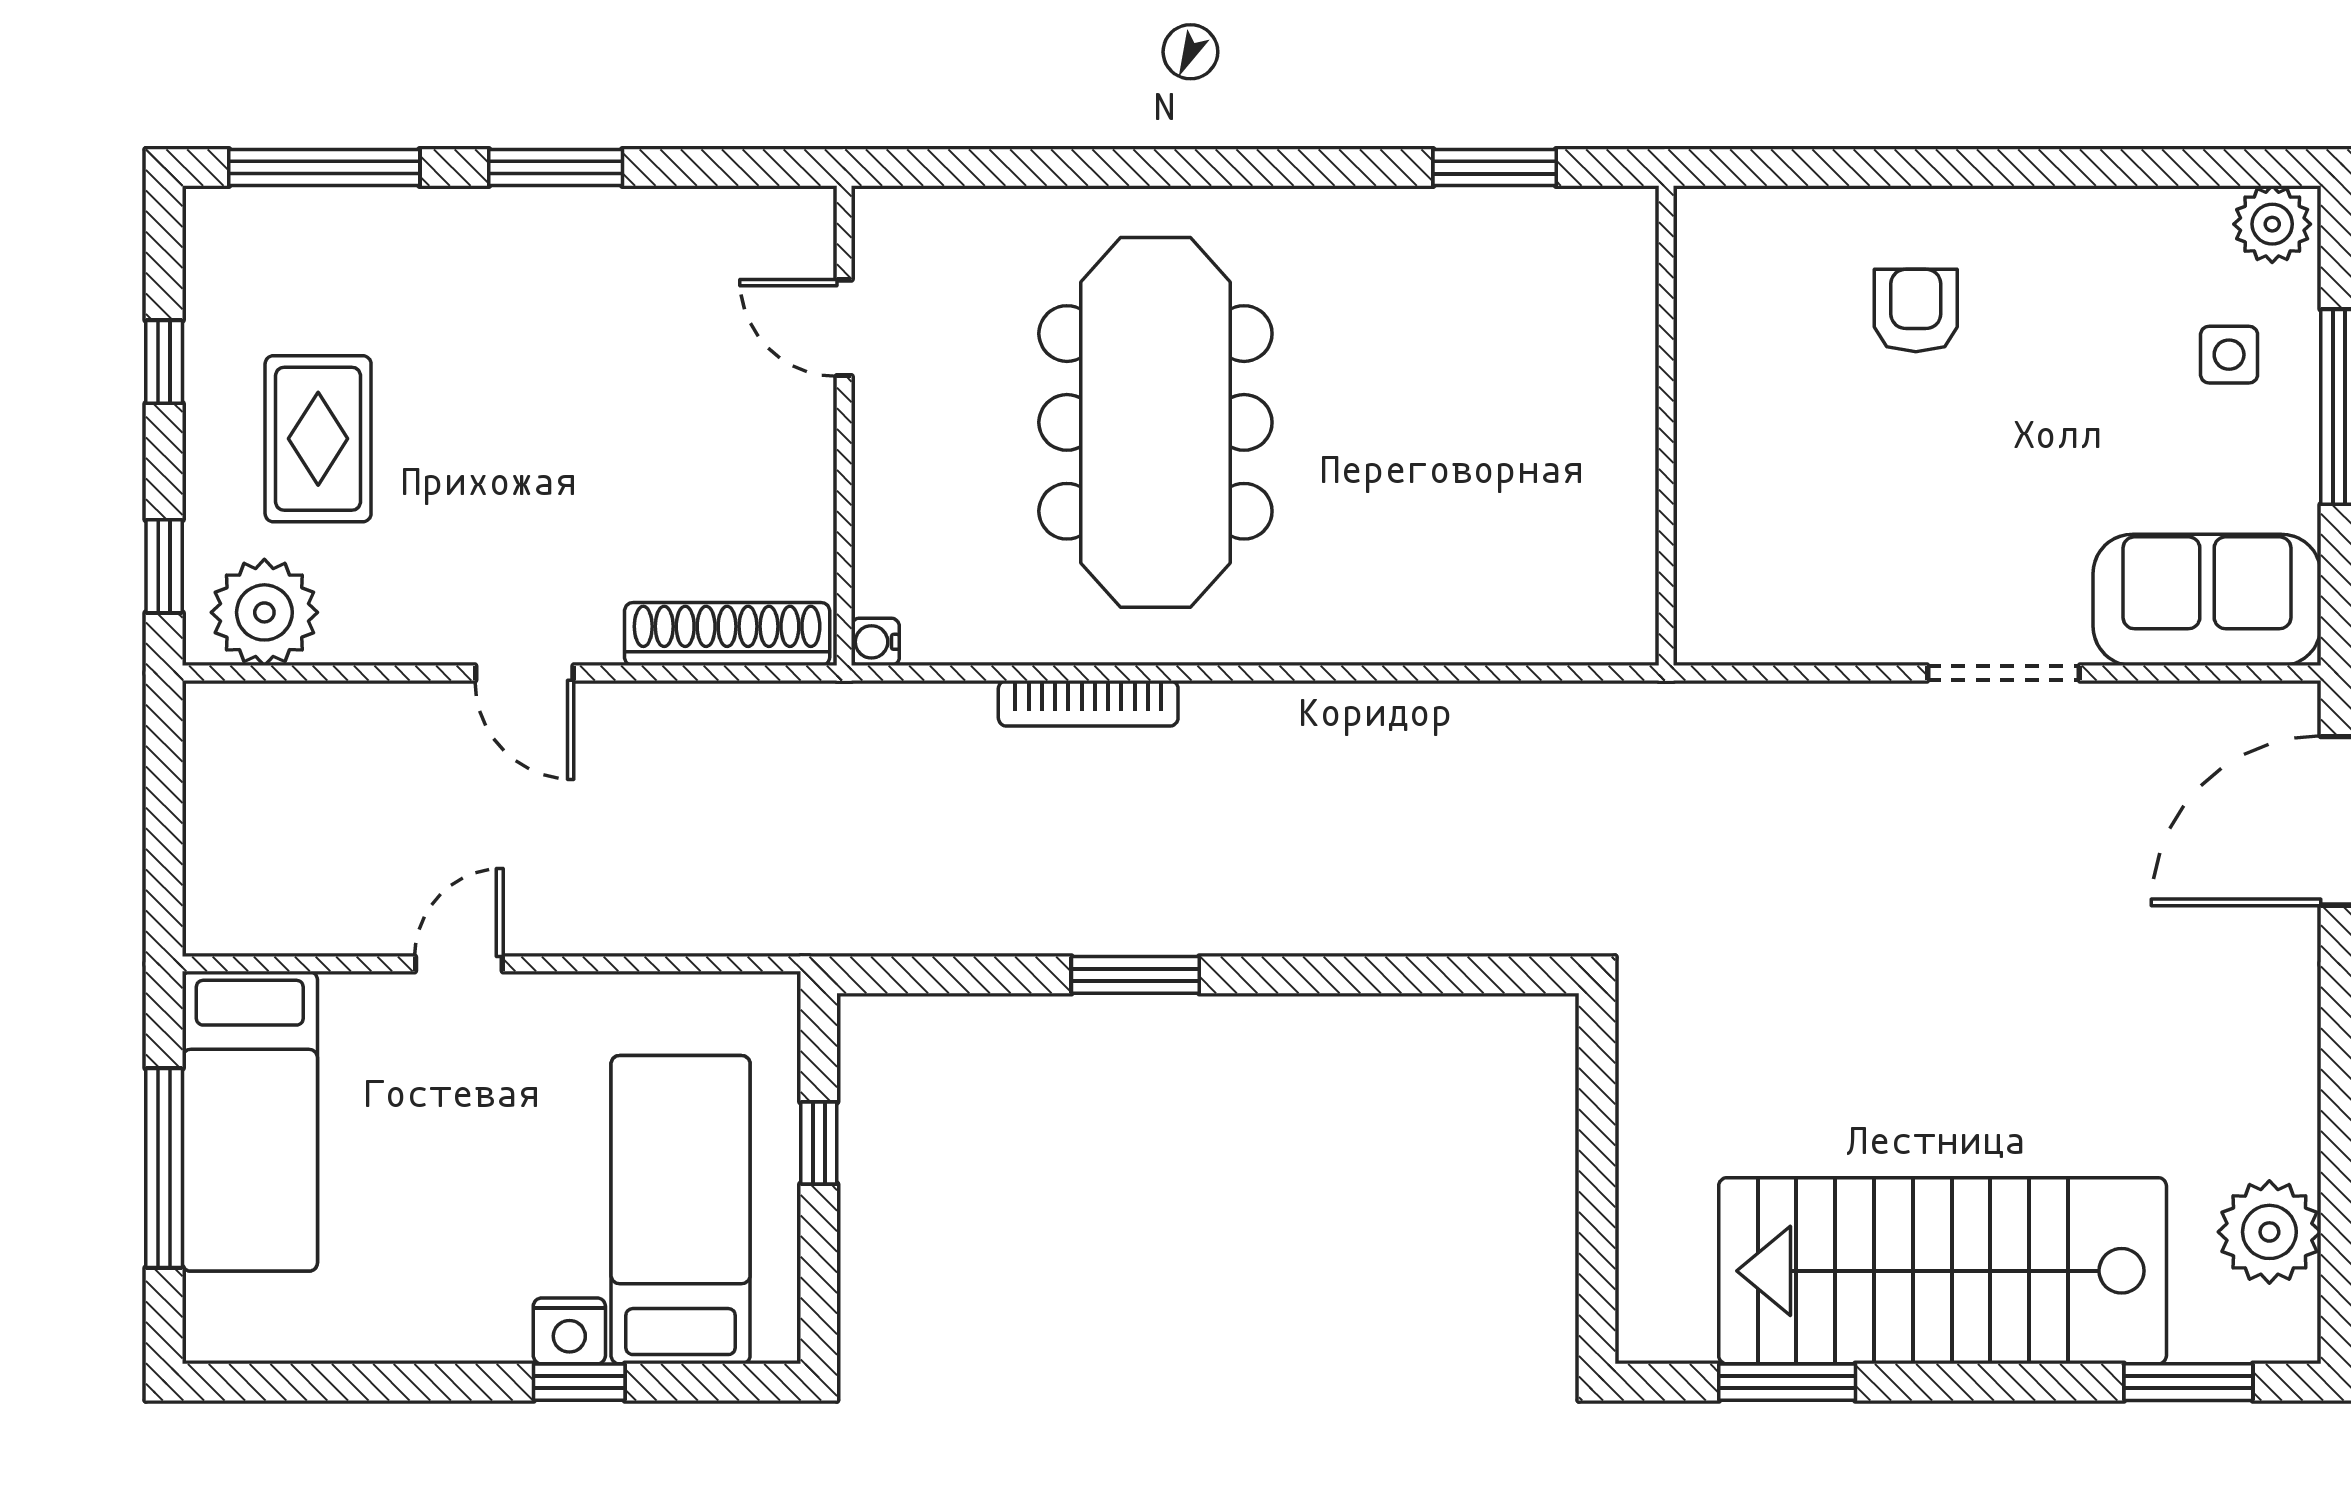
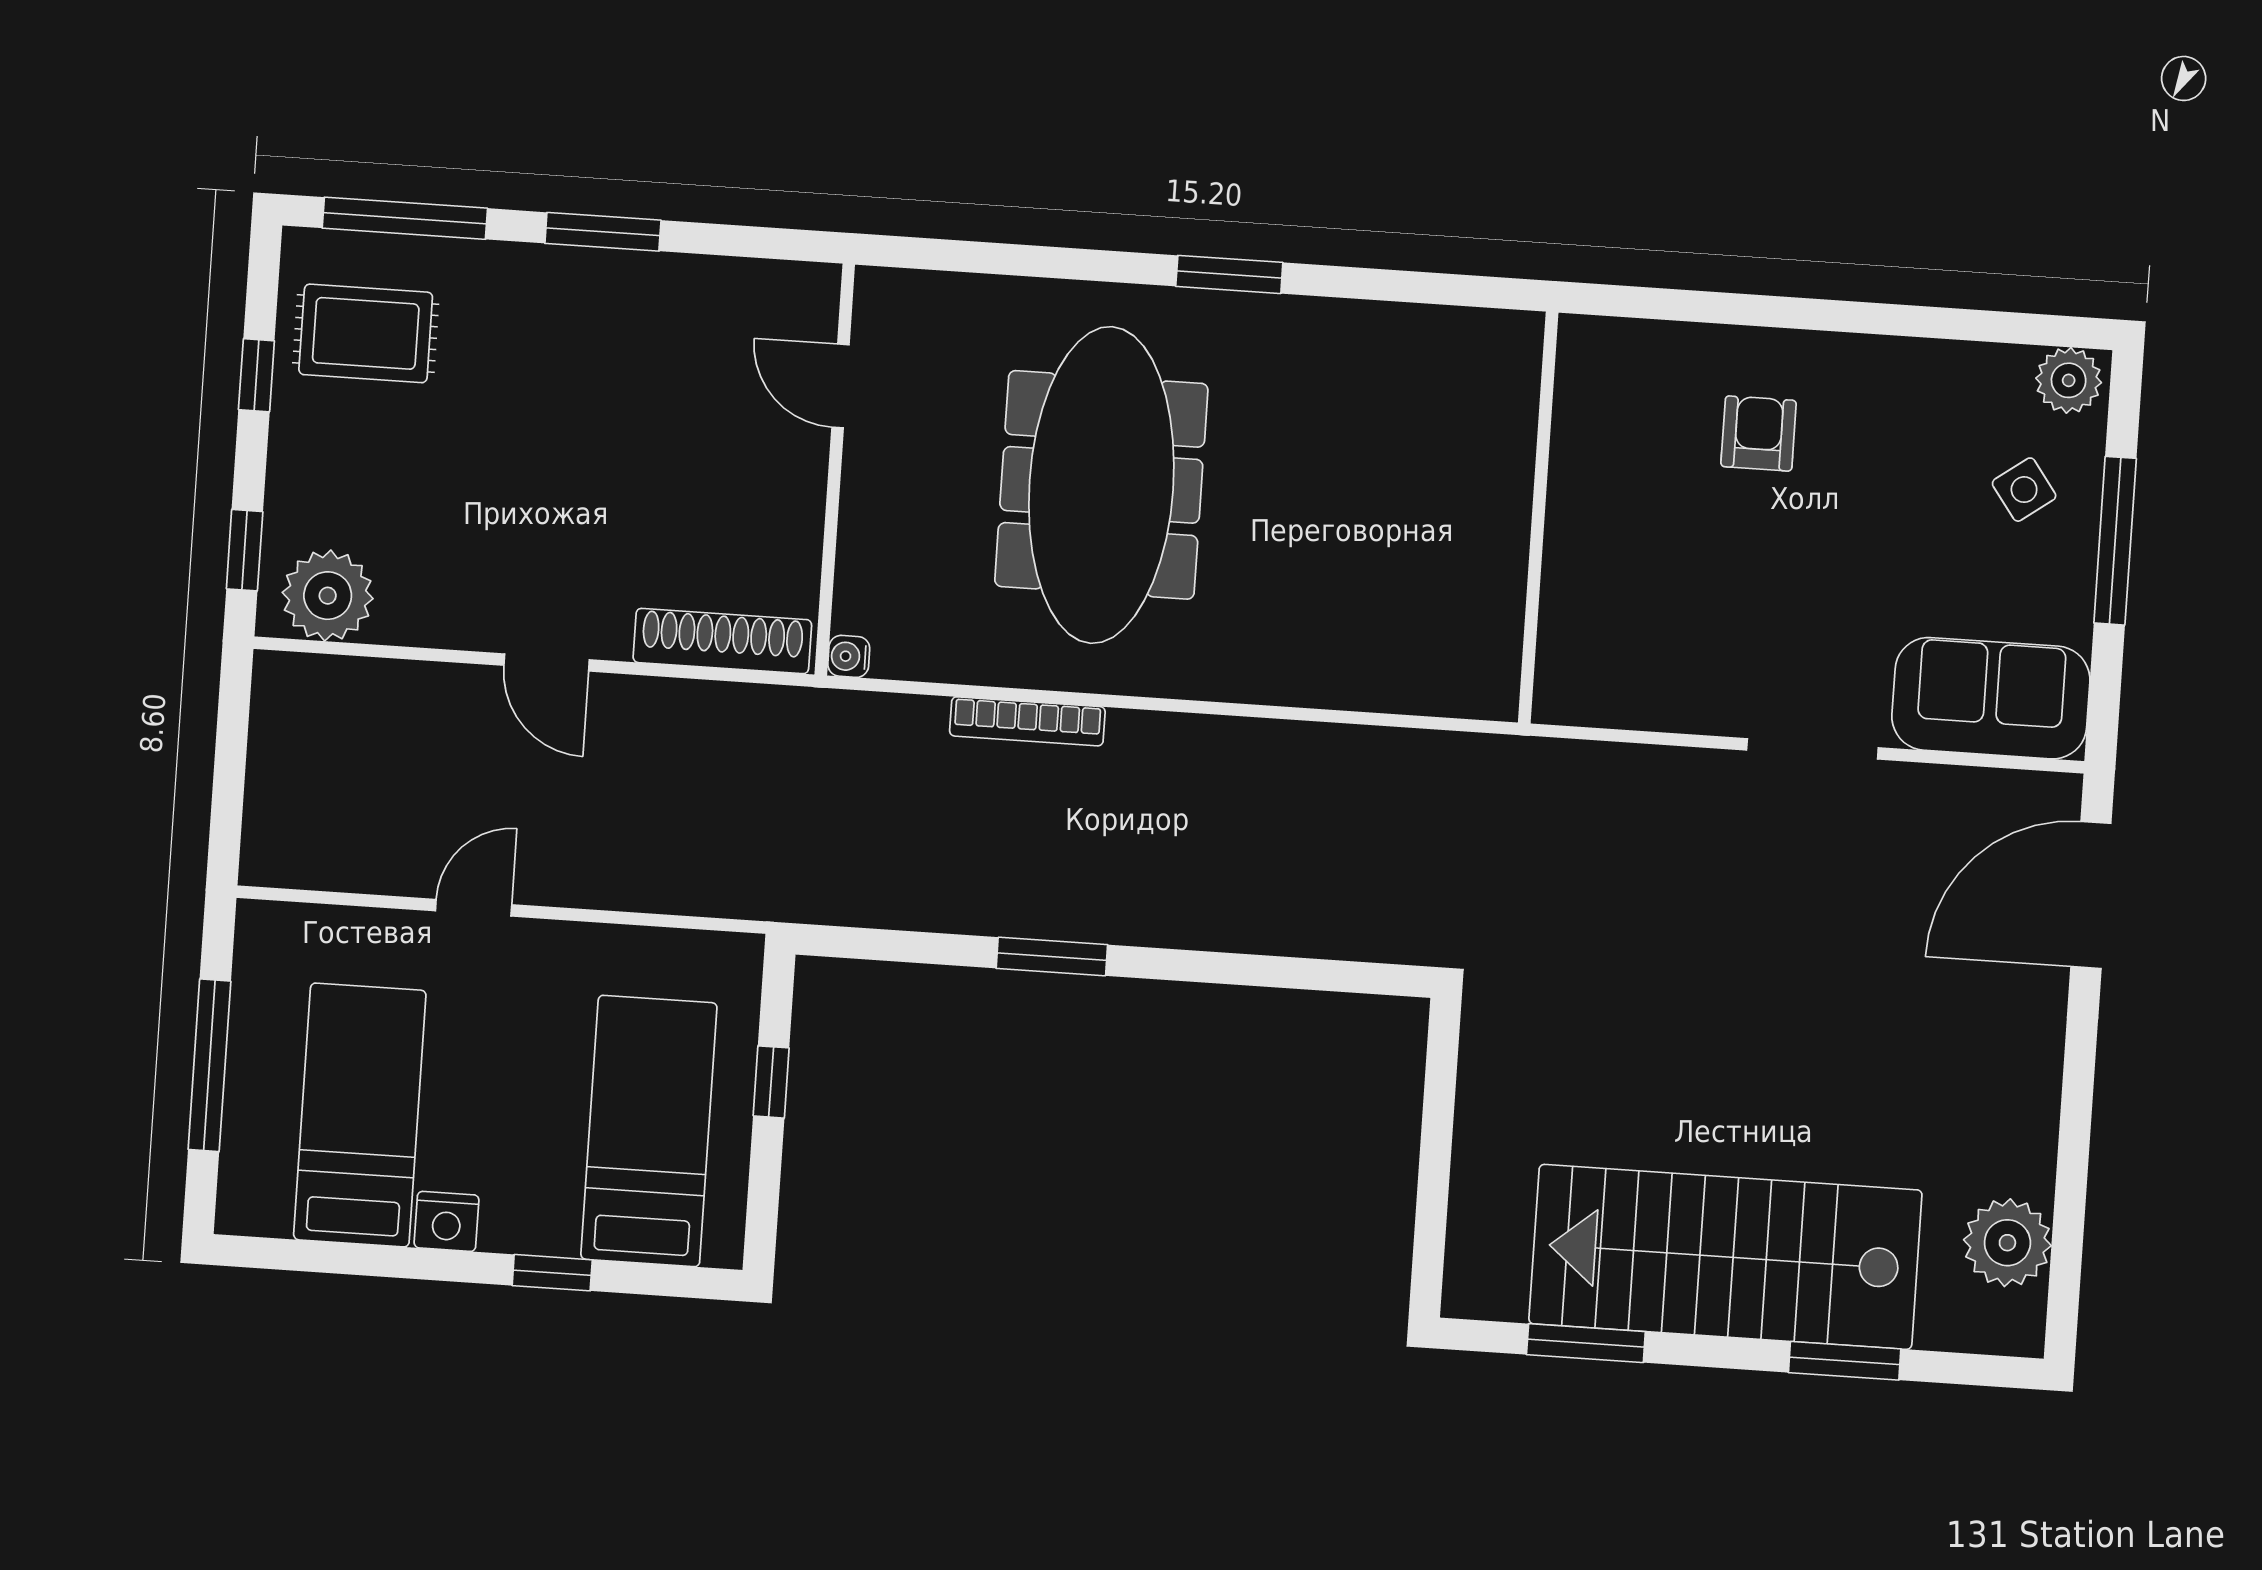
window: (1495, 167) -> (1229, 274), moved
side table: (2229, 355) -> (2024, 490), turned -36
rug: (318, 439) -> (366, 333), moved, turned 90
bed: (250, 1121) -> (360, 1115), moved, turned 180
nightstand: (569, 1331) -> (447, 1221), moved
window: (2188, 1382) -> (1845, 1361), moved

